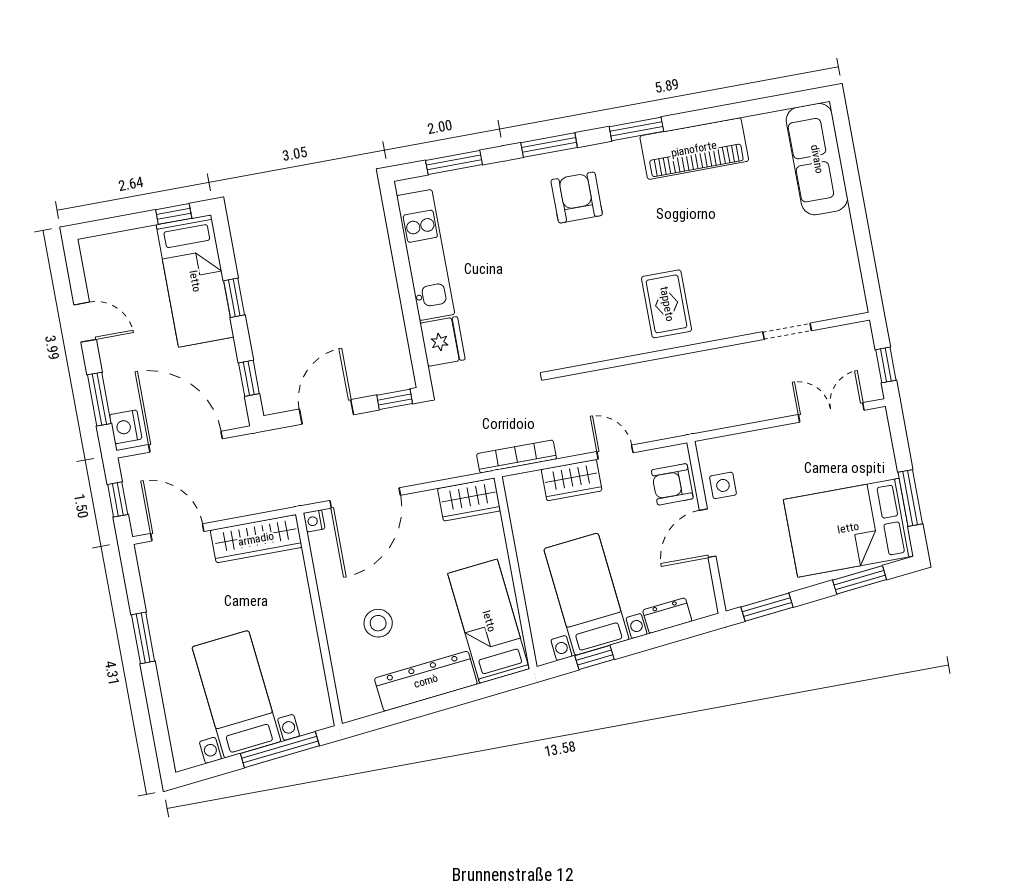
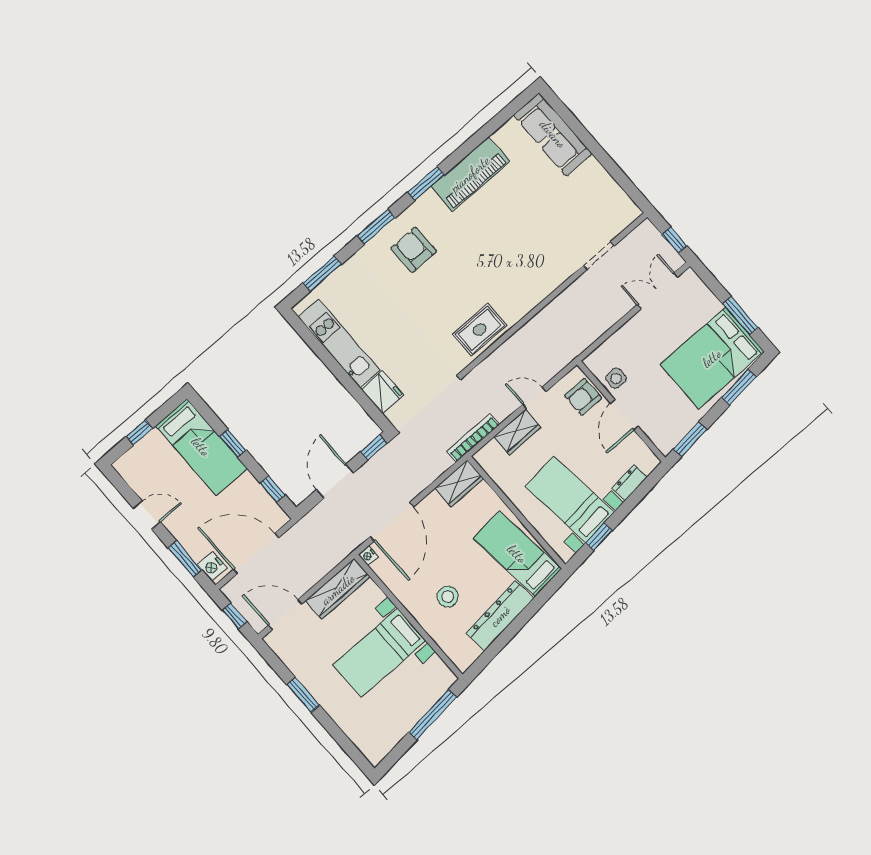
window: (174, 214) -> (139, 433), moved
rug: (667, 304) -> (480, 330), moved, turned 90
bed with nightstands: (236, 694) -> (379, 653), moved, turned -84

